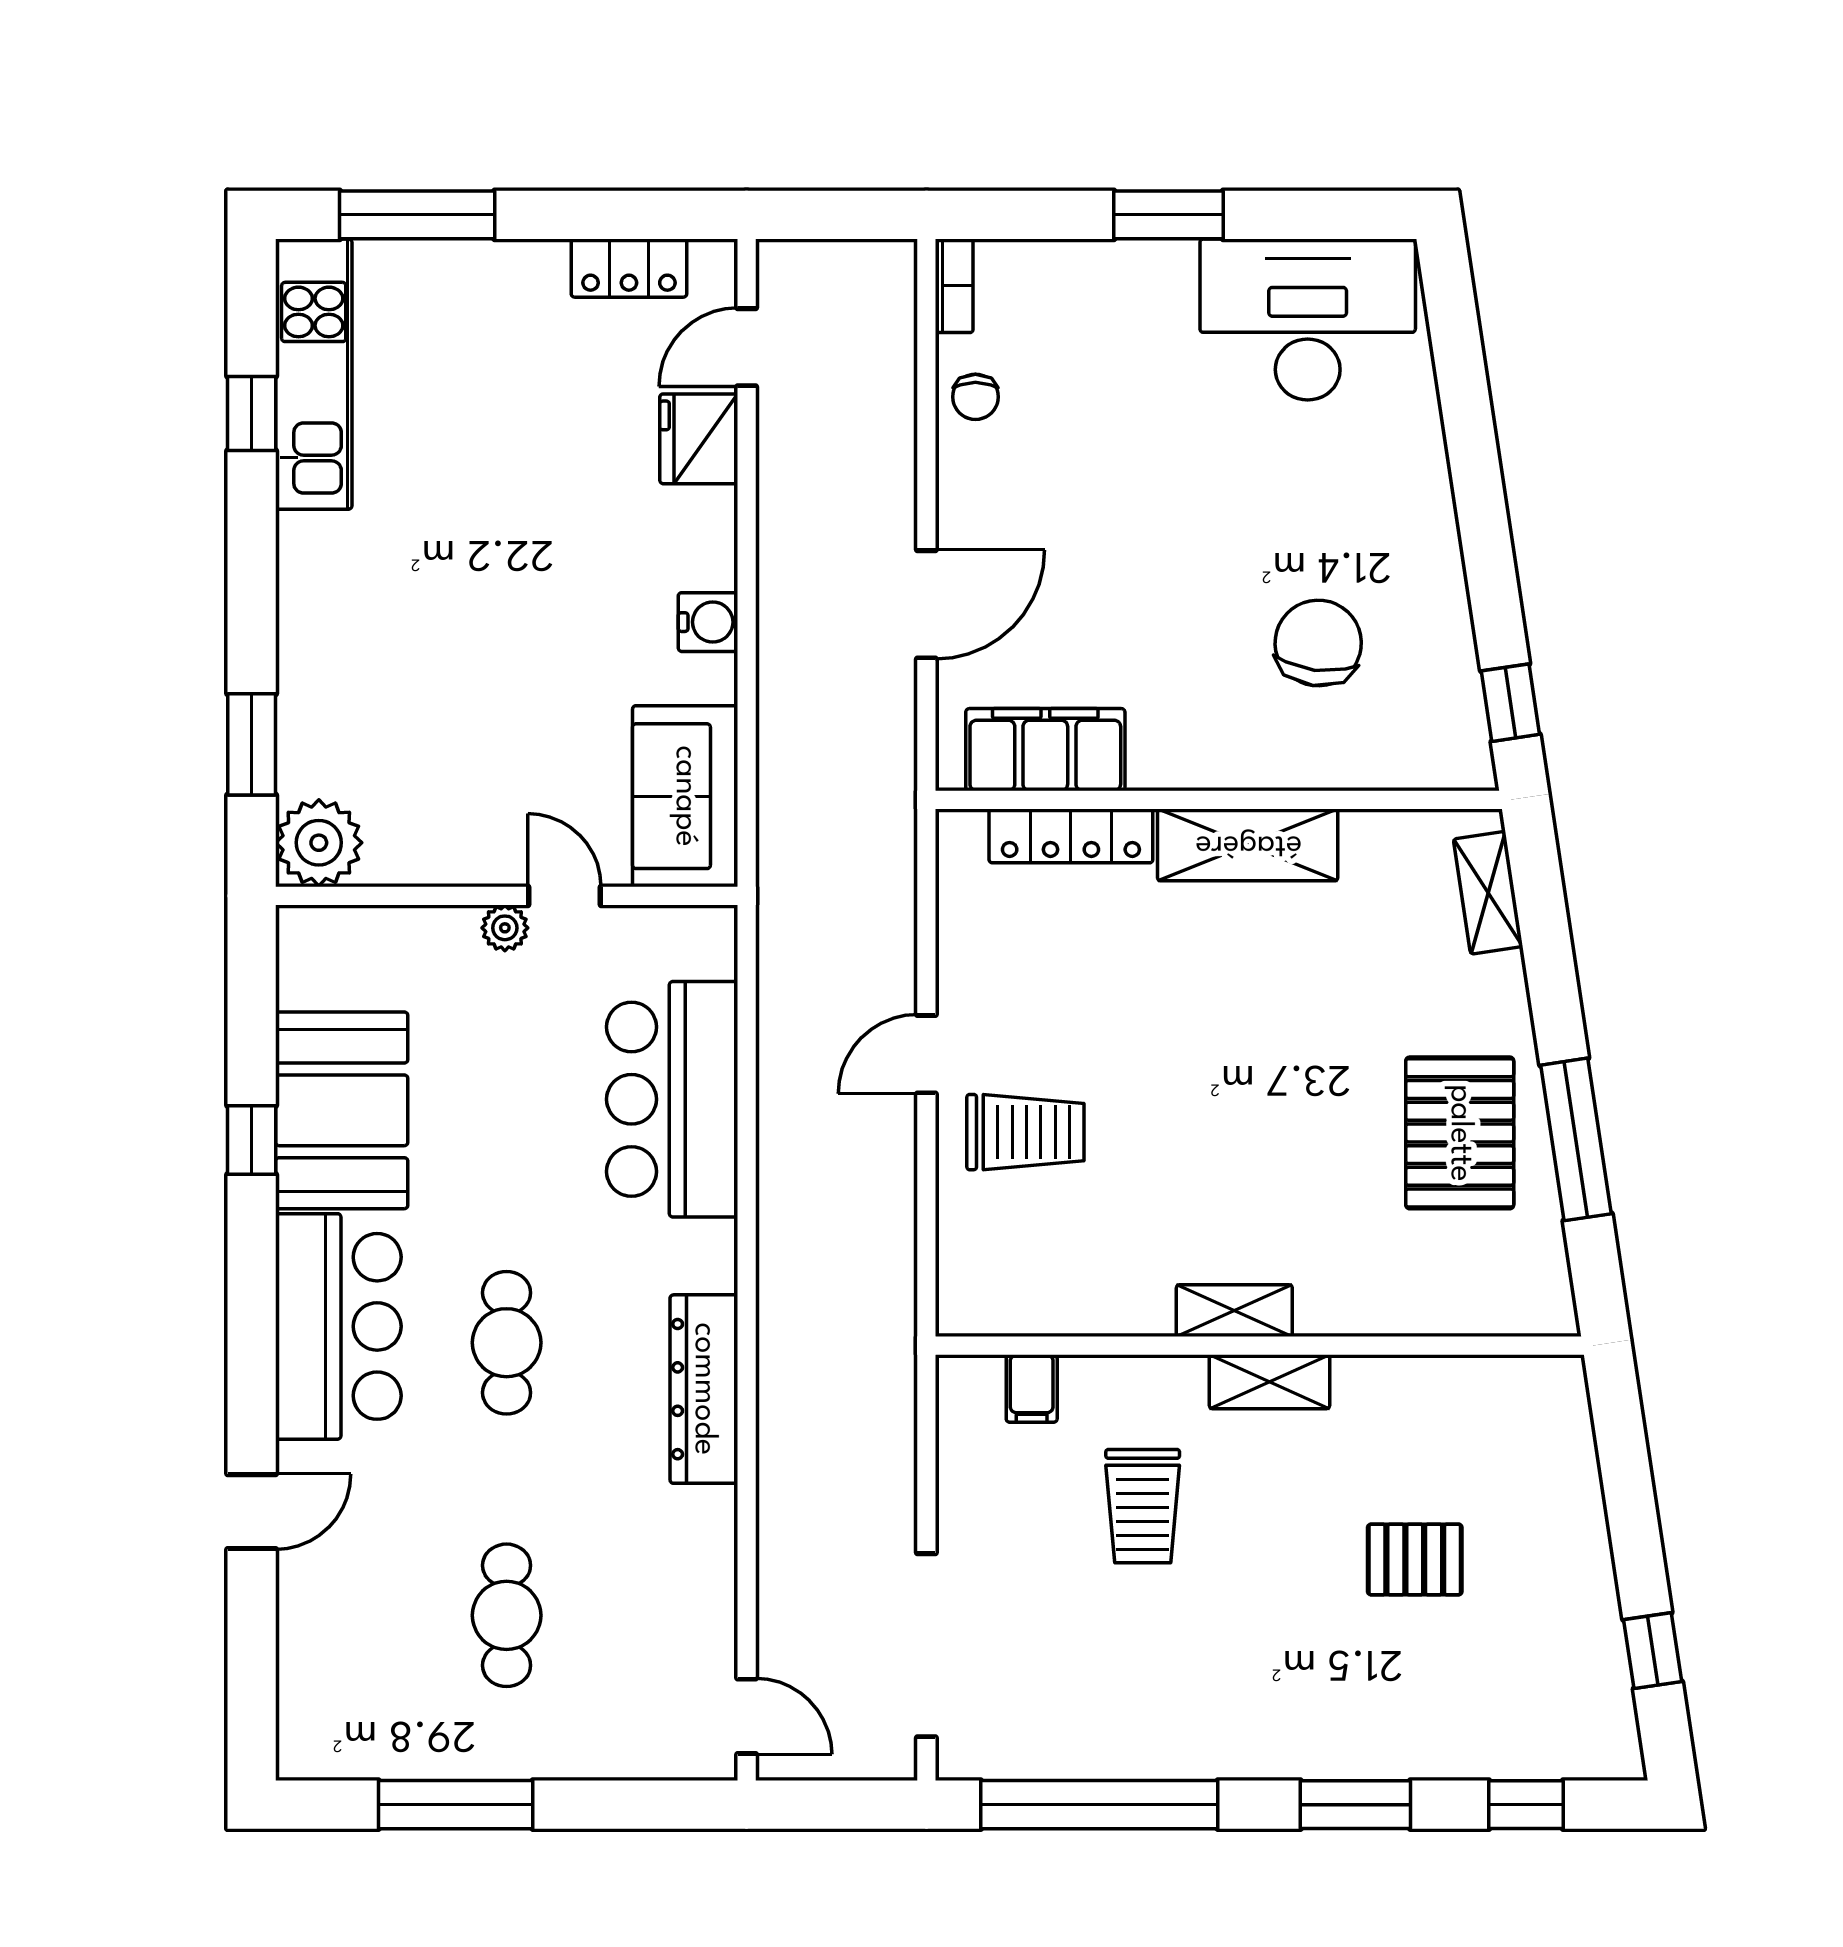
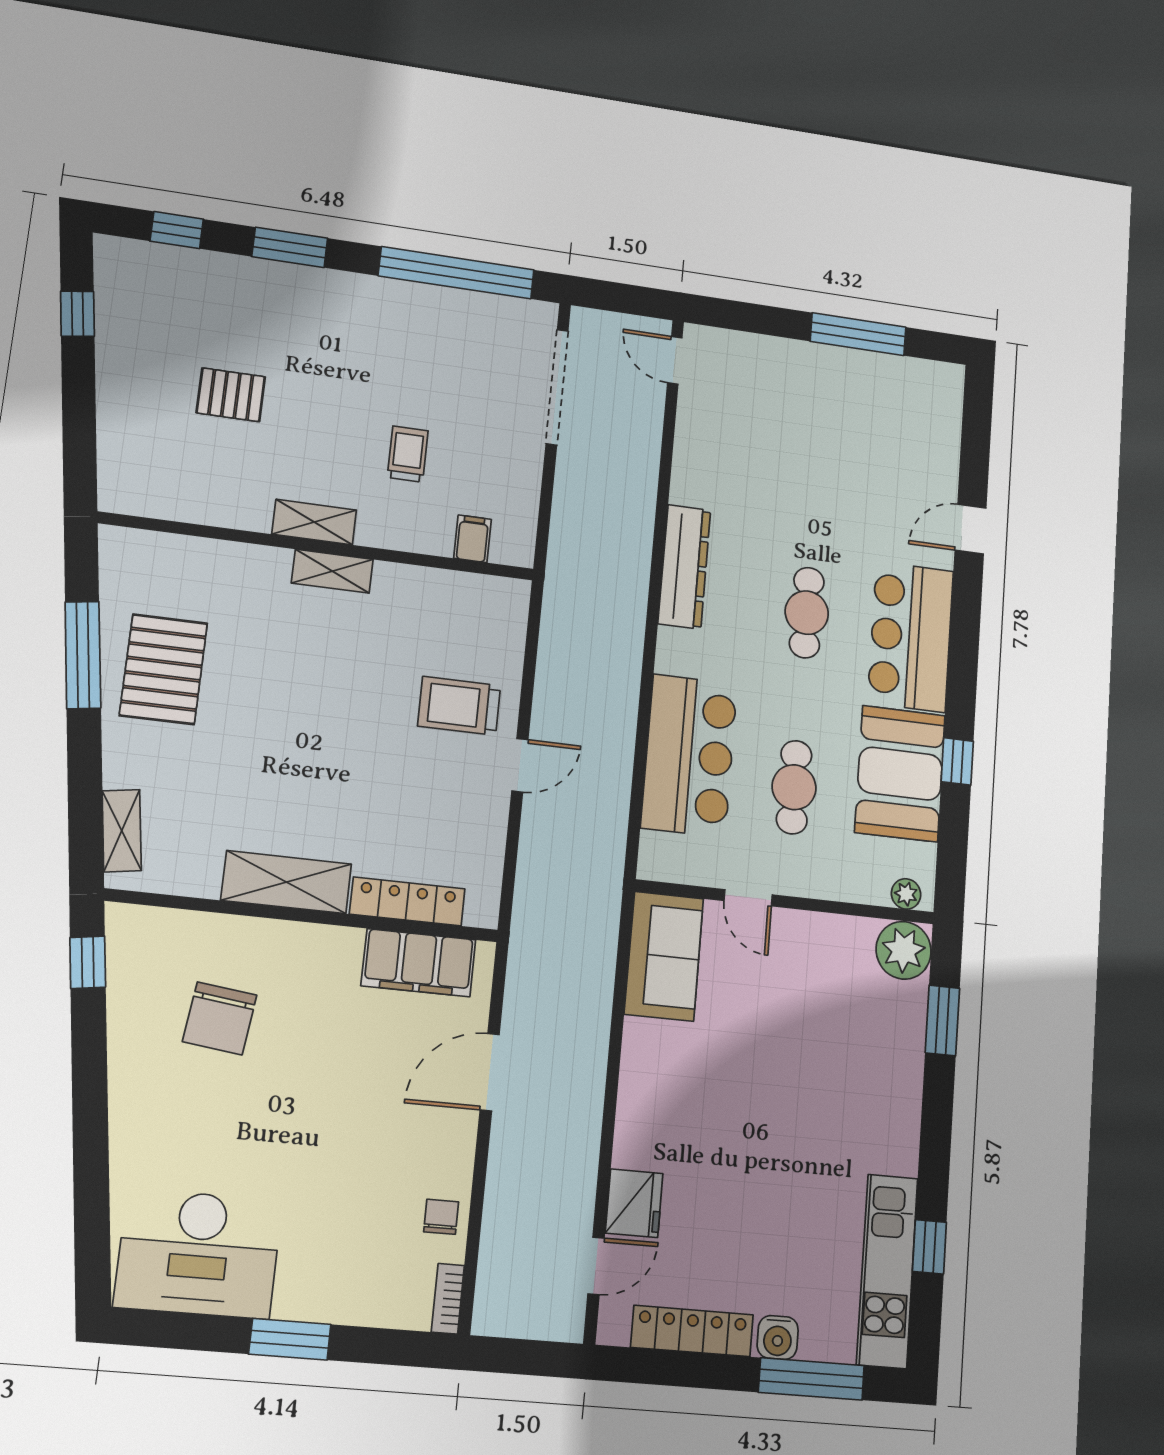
locker: (629, 268) -> (692, 1331), width x1.53
water cooler: (708, 622) -> (778, 1337), moved, turned -90
plant: (505, 928) -> (906, 894), moved
trolley: (1143, 1506) -> (408, 454), width x0.73, depth x0.72
cafe table: (507, 1615) -> (794, 787), moved

